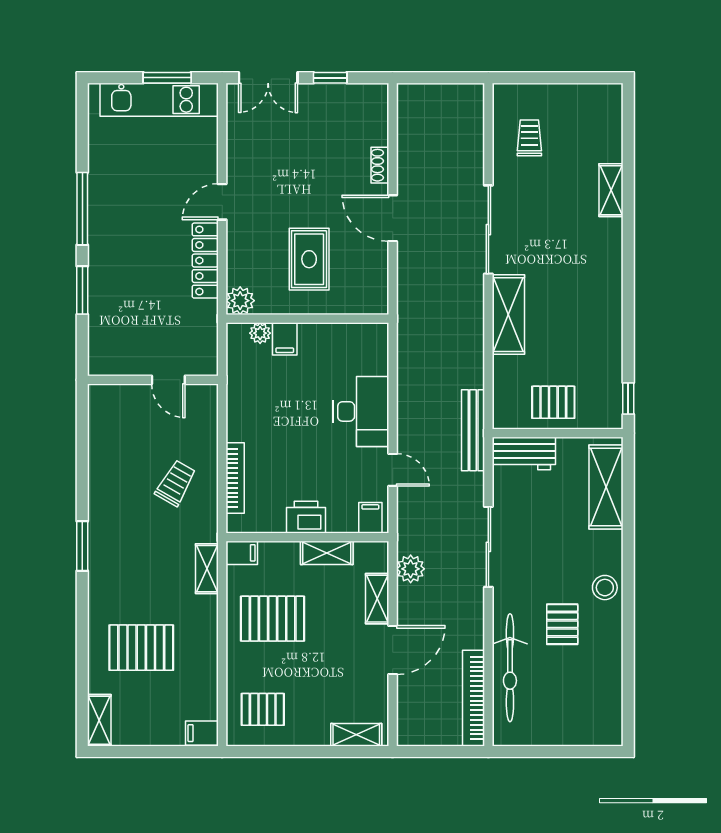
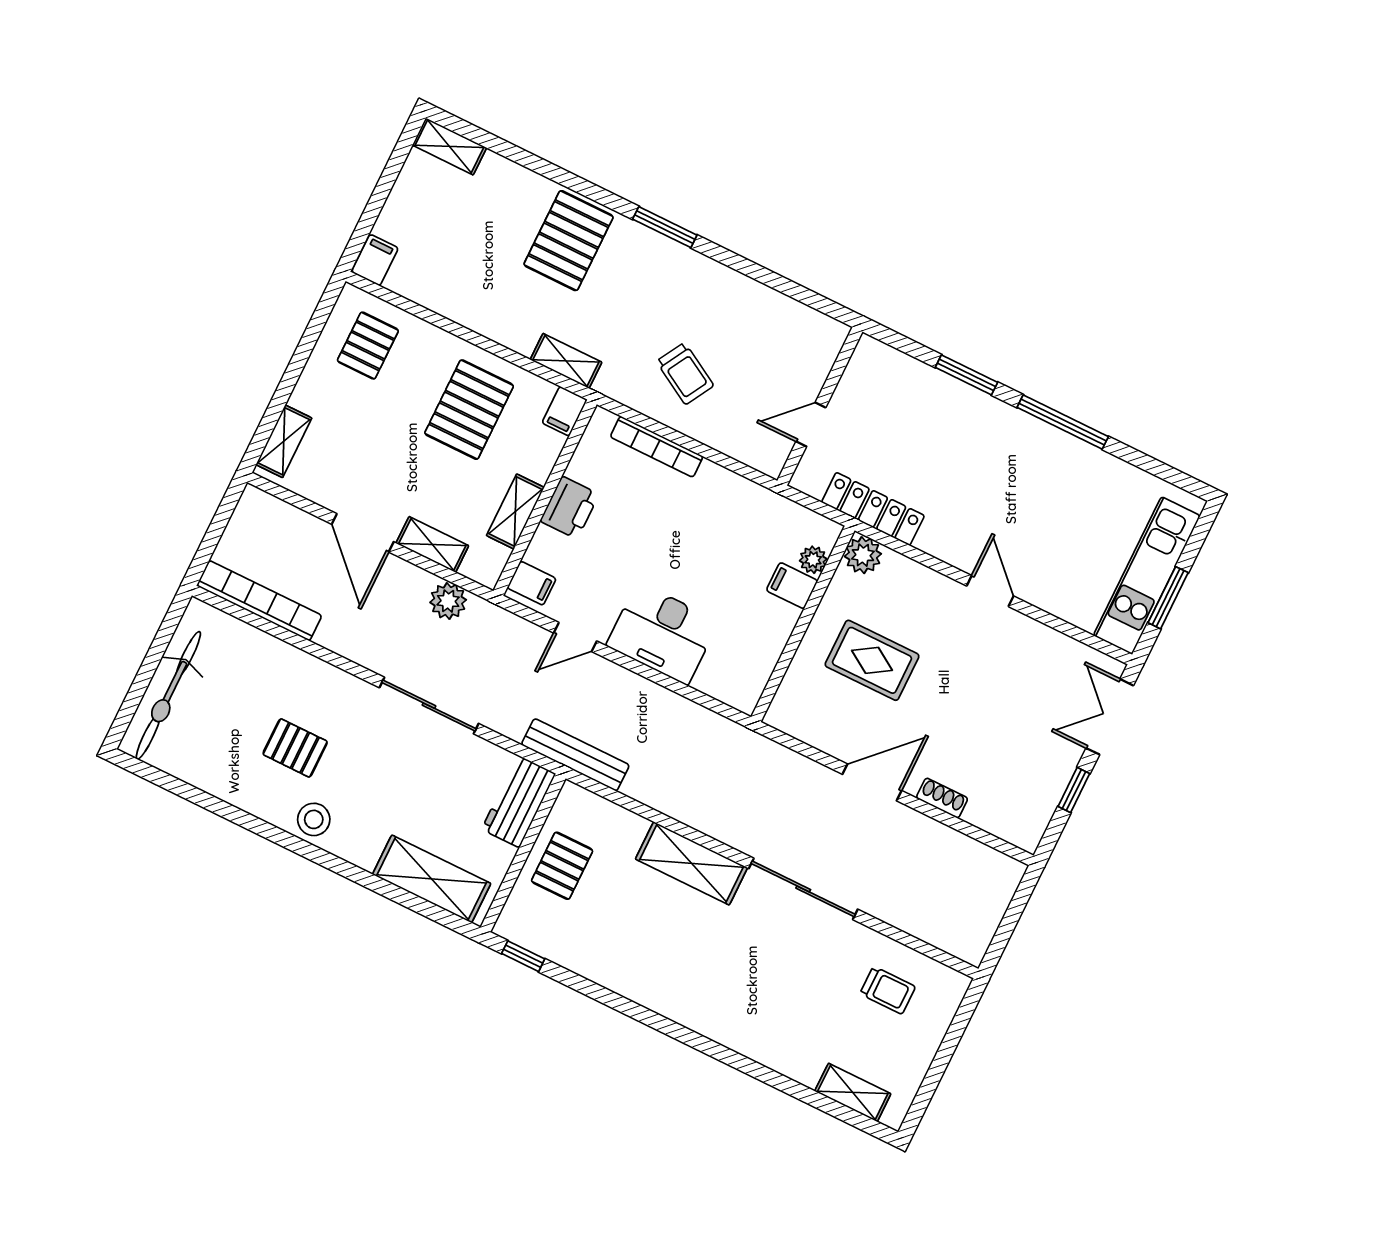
shelving: (611, 190) -> (853, 1092), moved
locker: (205, 261) -> (873, 509), moved
pallet: (141, 648) -> (569, 241), moved
bicycle: (510, 668) -> (168, 695), moved, turned -90

